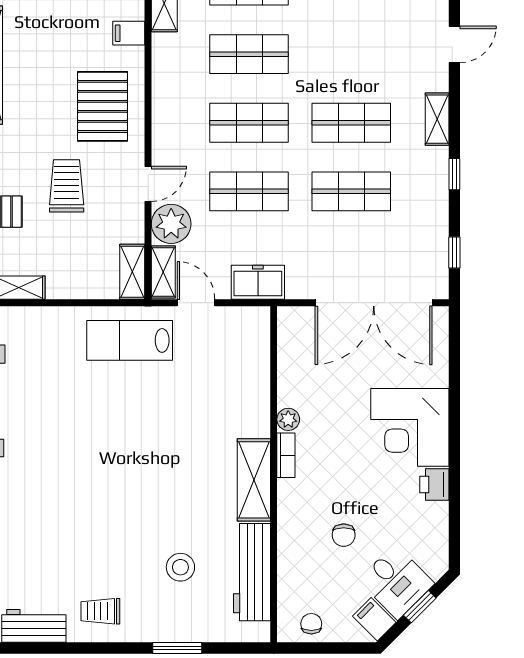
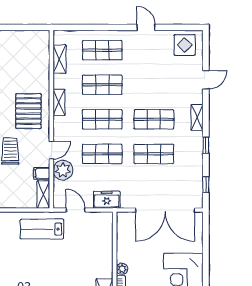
filing cabinet: (129, 33) -> (42, 173), moved
shelving: (163, 272) -> (59, 102), moved

